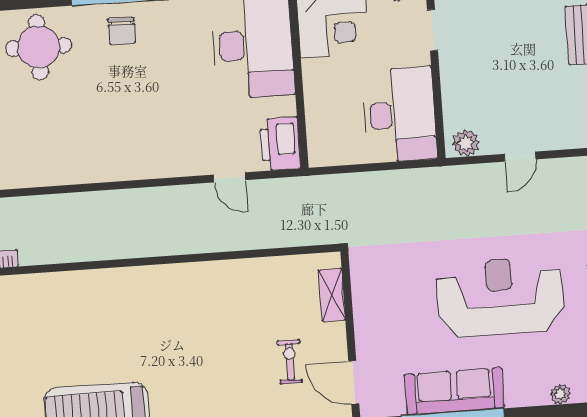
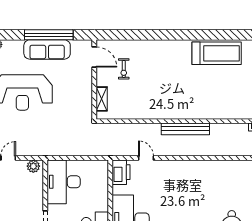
bench: (151, 244) -> (185, 129), added

